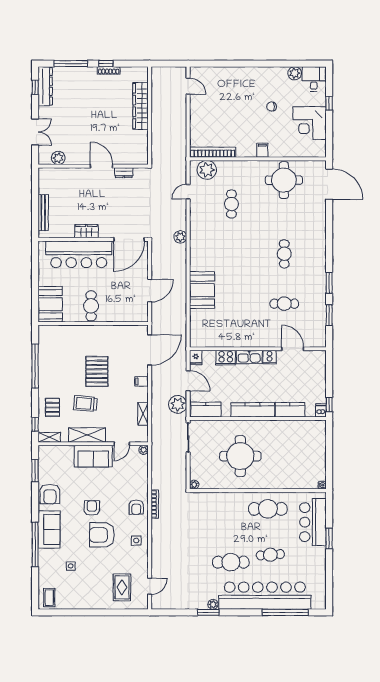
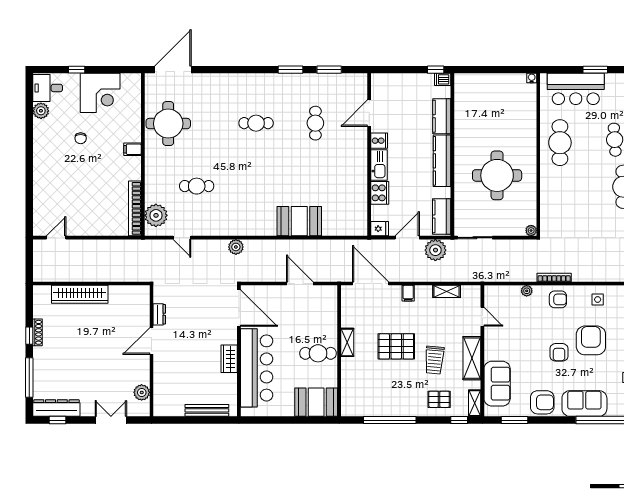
shelving: (100, 330) -> (347, 342), added
plant: (144, 450) -> (527, 291), moved
sofa: (93, 456) -> (497, 384), moved
armchair: (92, 508) -> (559, 352), turned -90
armchair: (102, 535) -> (591, 340), turned 180

